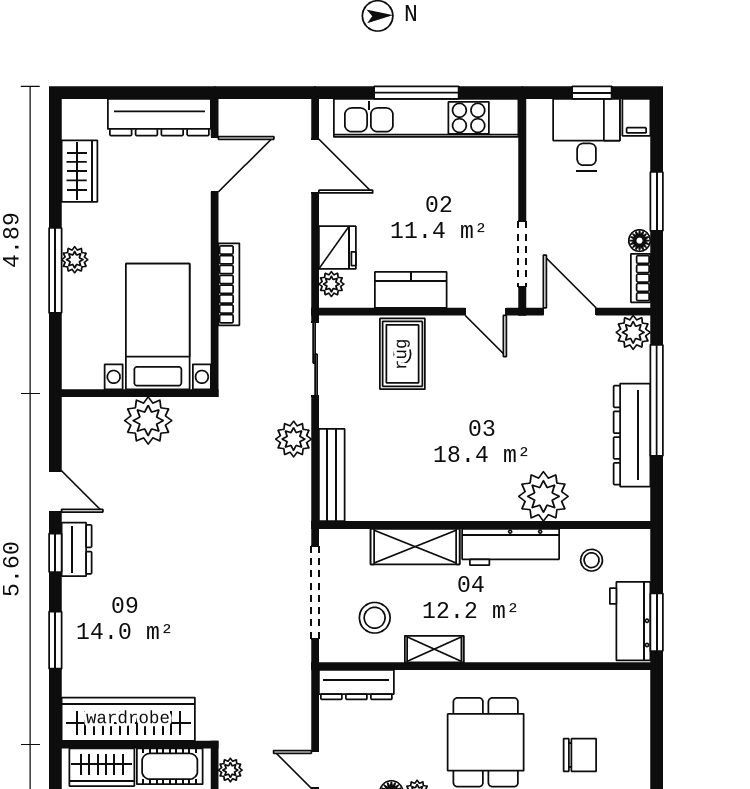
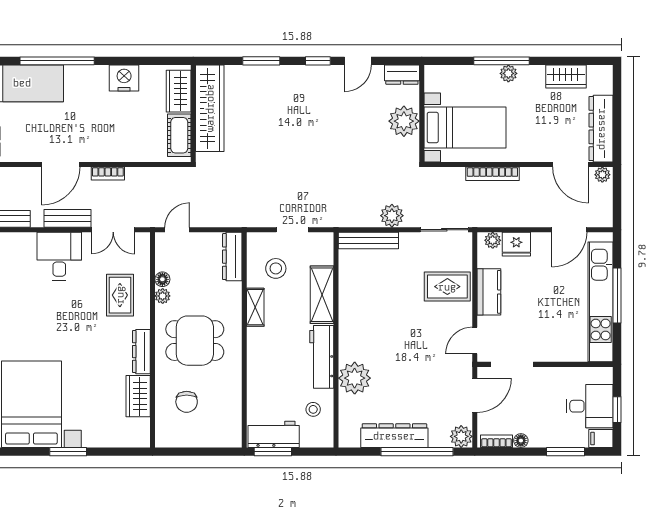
window: (657, 201) -> (566, 452), moved
dresser: (77, 549) -> (402, 75), moved
doorway: (315, 592) -> (292, 230), width x0.53
plant: (230, 770) -> (602, 175), moved

